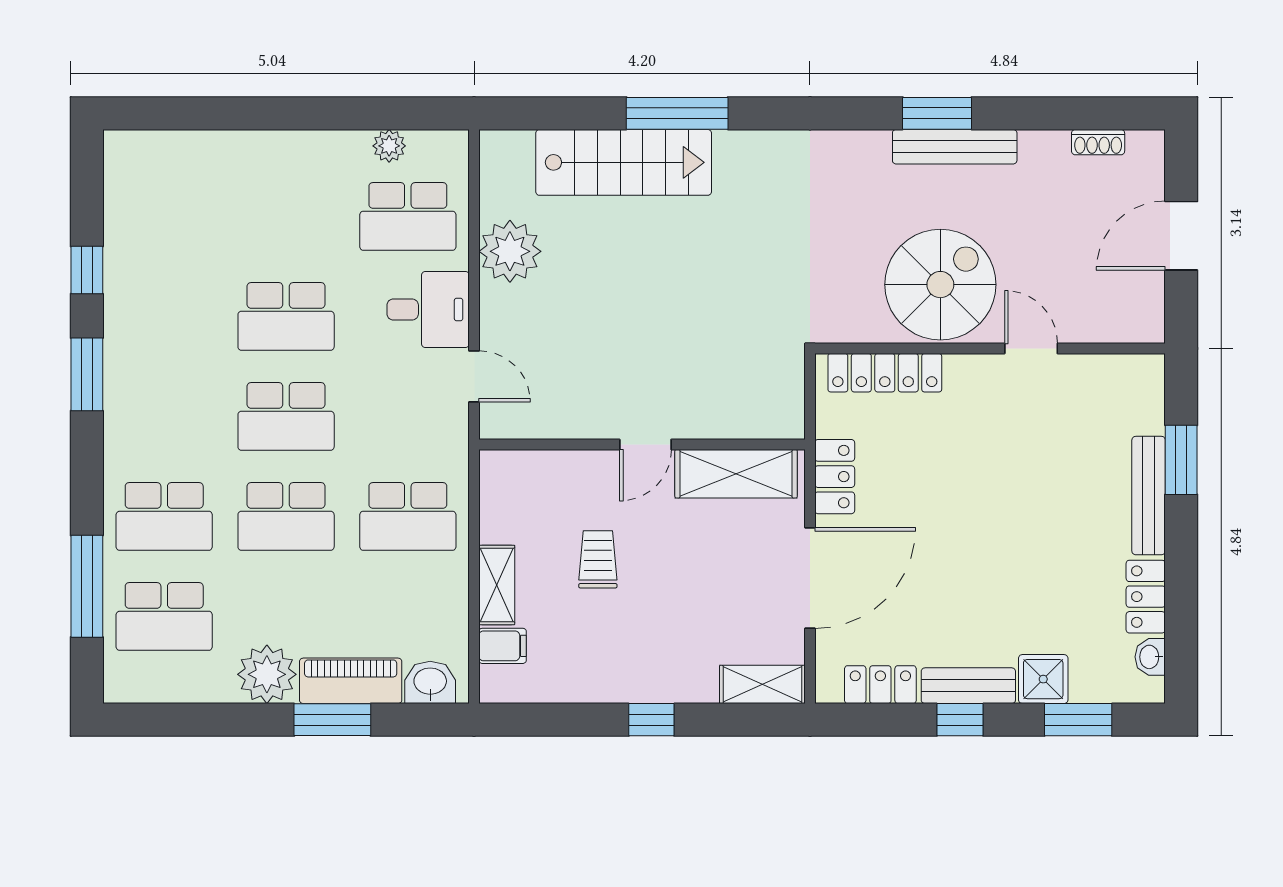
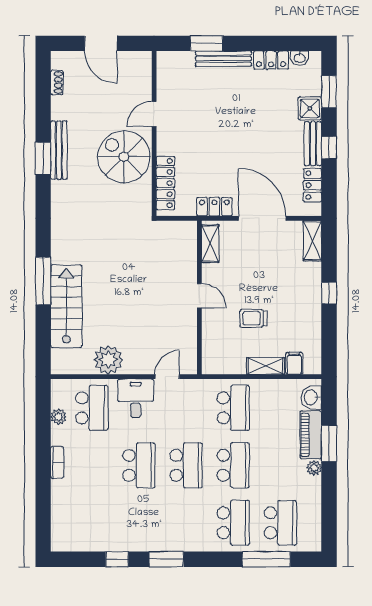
bookcase: (292, 143) -> (57, 462), added
shelving: (736, 474) -> (210, 244), width x0.67, depth x0.75
plant: (267, 674) -> (314, 468), width x0.53, depth x0.53

